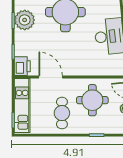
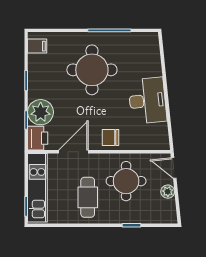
plant: (25, 20) -> (41, 112), moved
chair: (80, 66) -> (110, 137), added
door: (51, 77) -> (73, 152), hinge flipped

